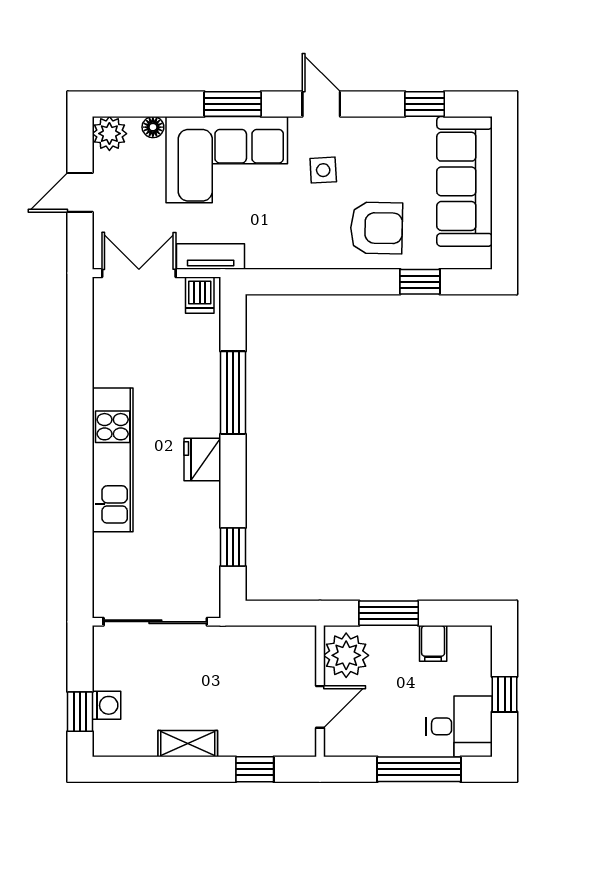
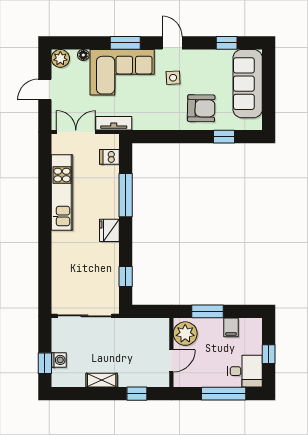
dishwasher: (200, 295) -> (109, 157), moved, turned 90
kitchen unit: (113, 460) -> (62, 192), moved

